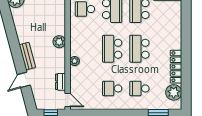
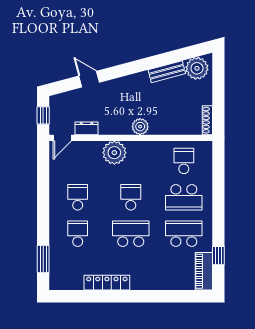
school desk: (112, 49) -> (131, 197), width x0.54
bench: (27, 56) -> (167, 72), moved
plant: (75, 61) -> (114, 153), width x1.87, depth x1.87
plant: (174, 92) -> (72, 280), removed

